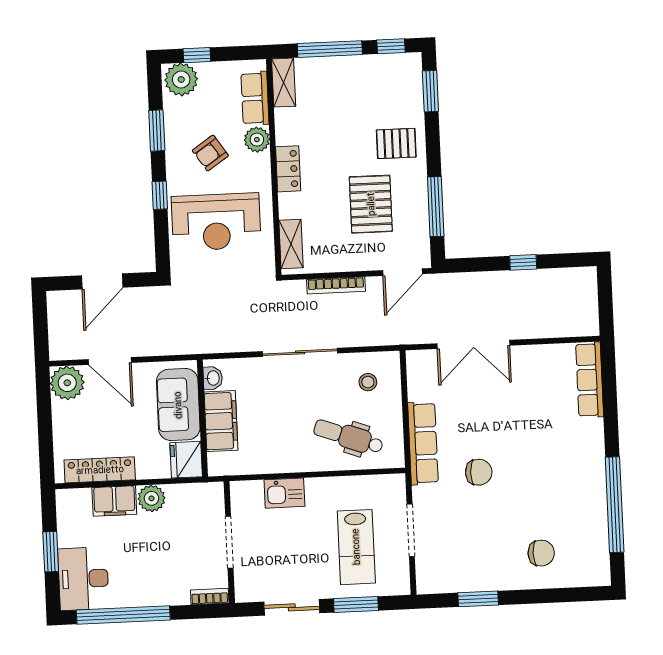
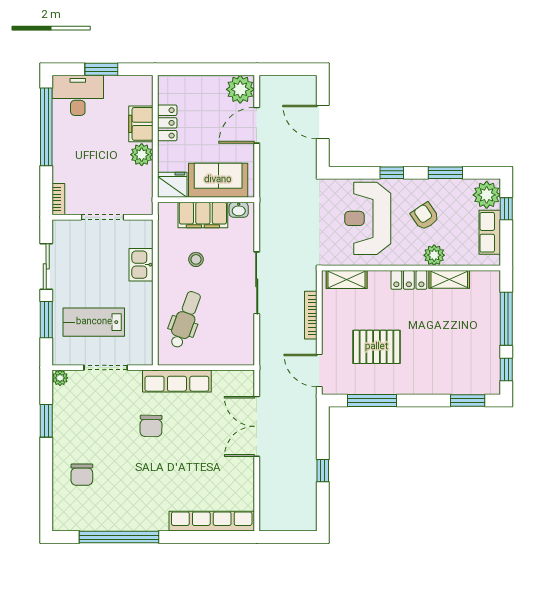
shelving: (284, 83) -> (449, 279), moved
row of seats: (255, 98) -> (490, 232), moved, turned -90
pallet: (396, 143) -> (426, 370), removed
row of seats: (590, 380) -> (212, 521), width x1.36
stool: (368, 382) -> (196, 259), moved
locker: (100, 470) -> (167, 123), width x0.66
plant: (426, 585) -> (60, 378), added

